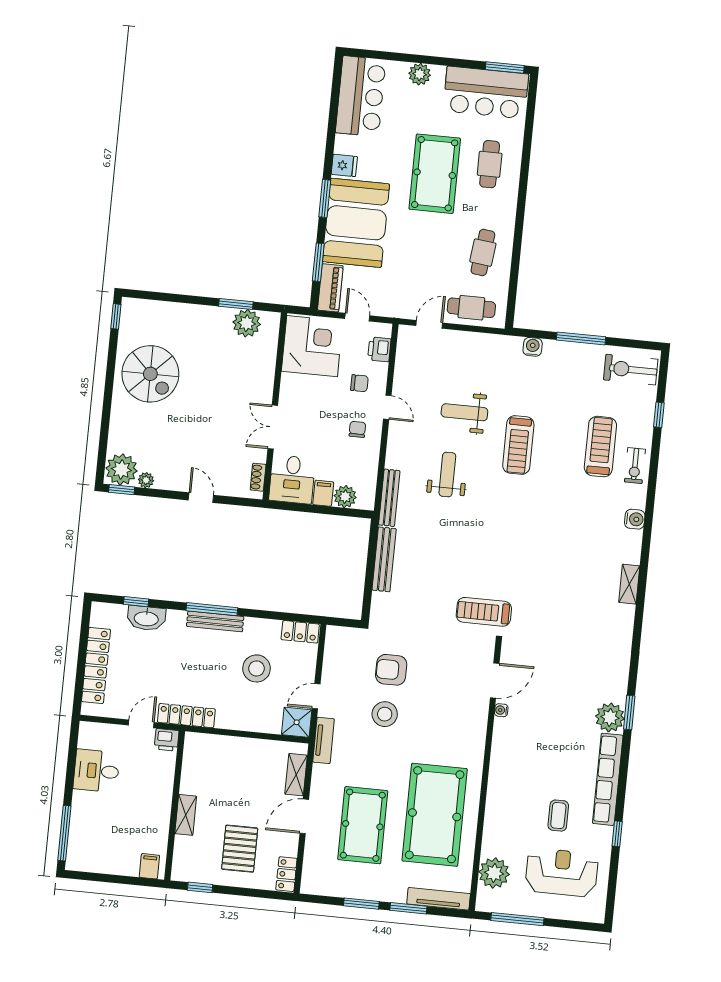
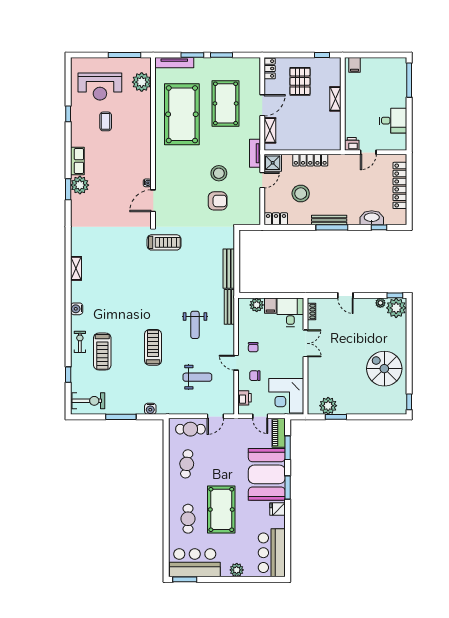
weight bench: (464, 412) -> (197, 377), moved
locker: (186, 716) -> (310, 160), moved
row of seats: (608, 779) -> (77, 161), width x0.50

